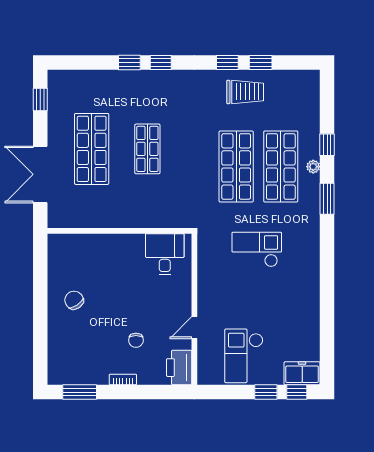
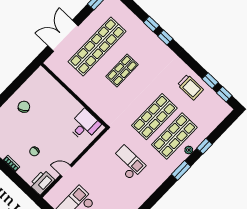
window: (227, 62) -> (224, 94), moved
shop shelf: (92, 149) -> (97, 46), width x1.40

